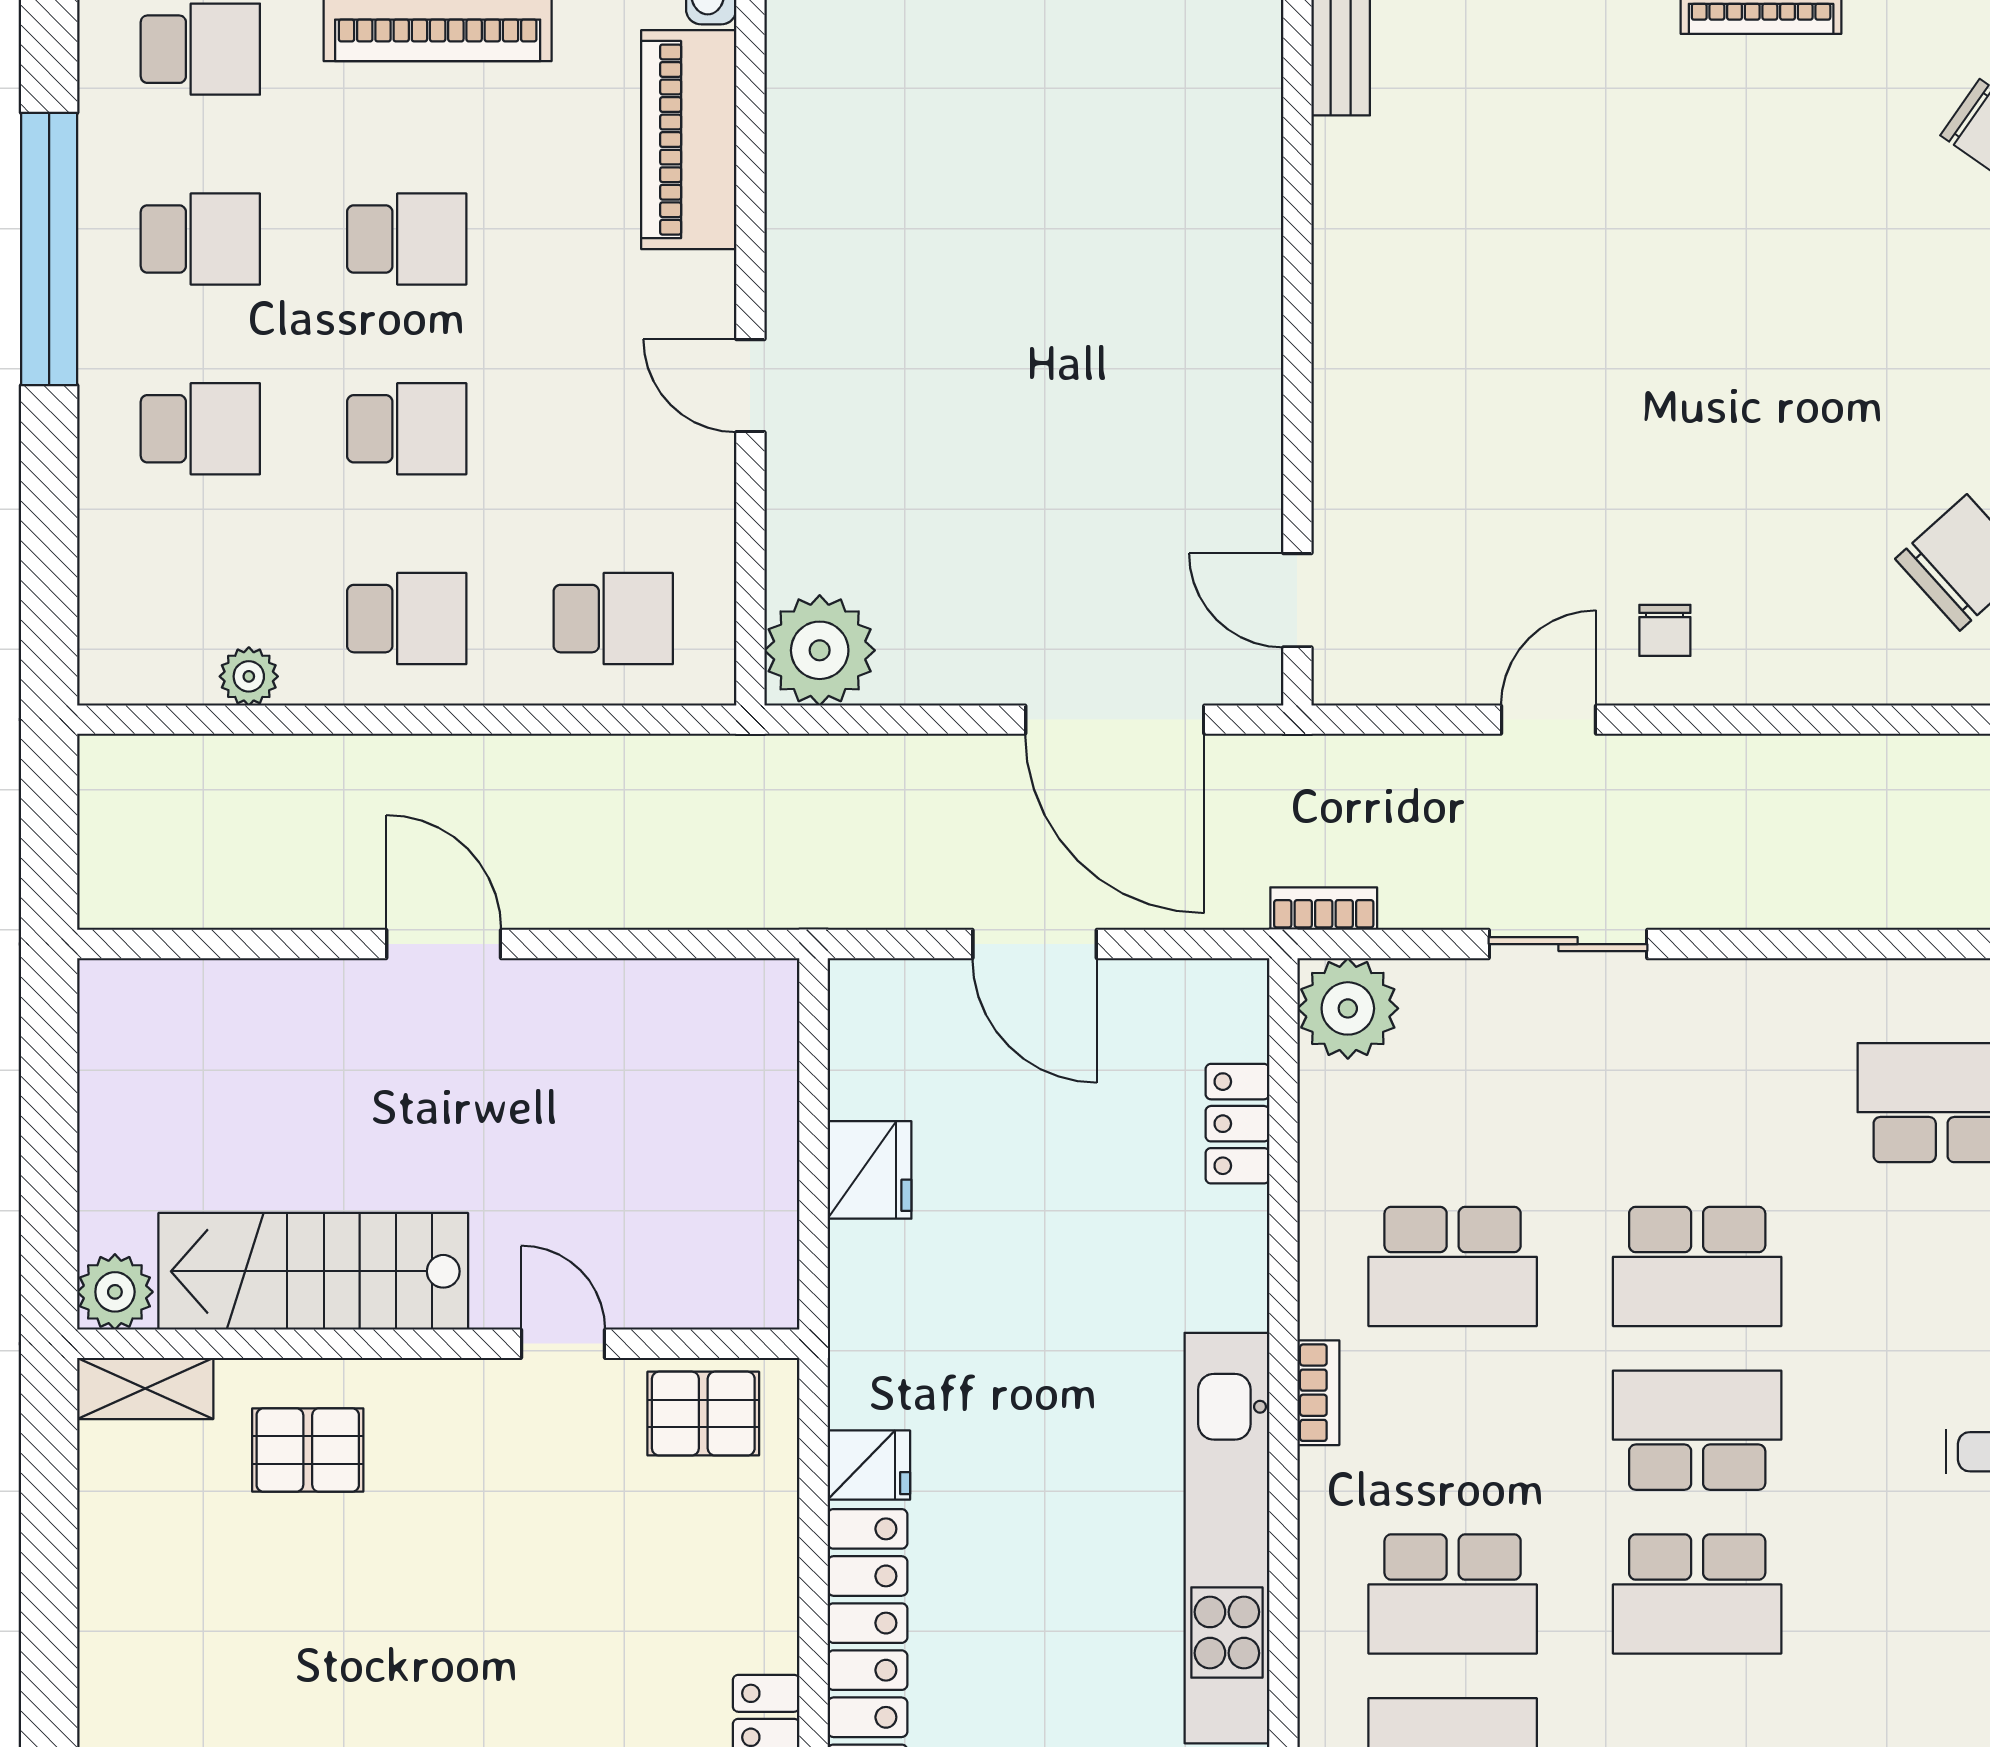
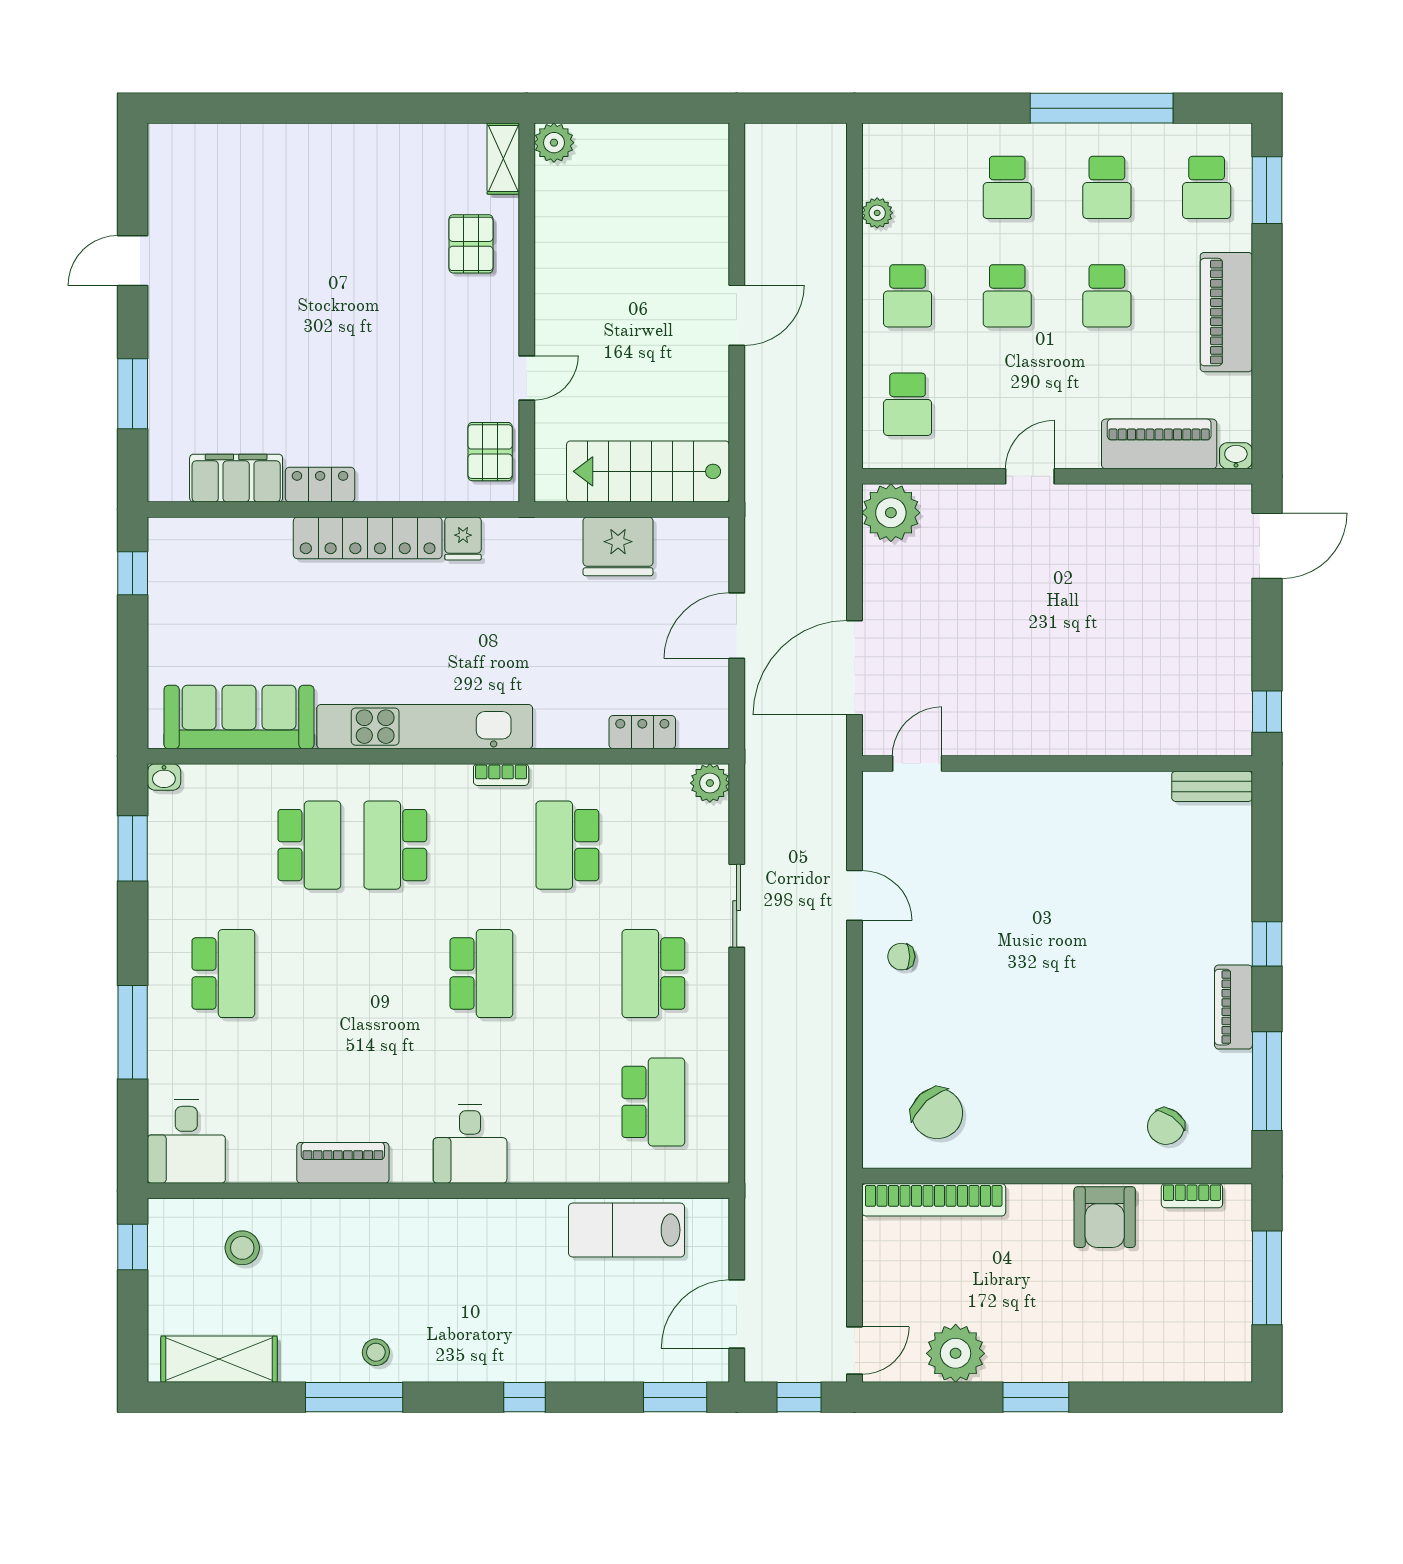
bookcase: (1324, 909) -> (755, 777), removed
plant: (1348, 1008) -> (710, 783), width x0.73, depth x0.73
fridge: (870, 1170) -> (618, 546), width x1.36, depth x1.34
school desk: (1697, 1266) -> (653, 974), moved
stairs: (313, 1271) -> (648, 471), moved, turned -90
school desk: (1697, 1594) -> (395, 974), removed

